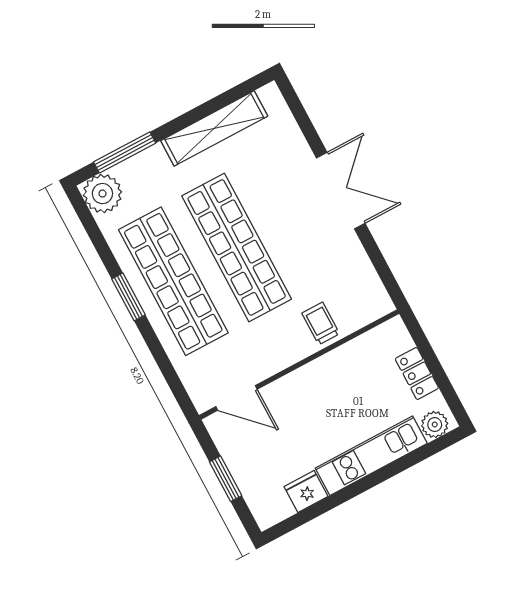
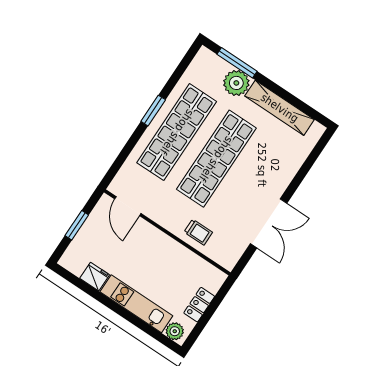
double door: (341, 191) -> (269, 223), moved
plant: (102, 194) -> (236, 83), moved
trolley: (321, 323) -> (198, 232), turned 90

